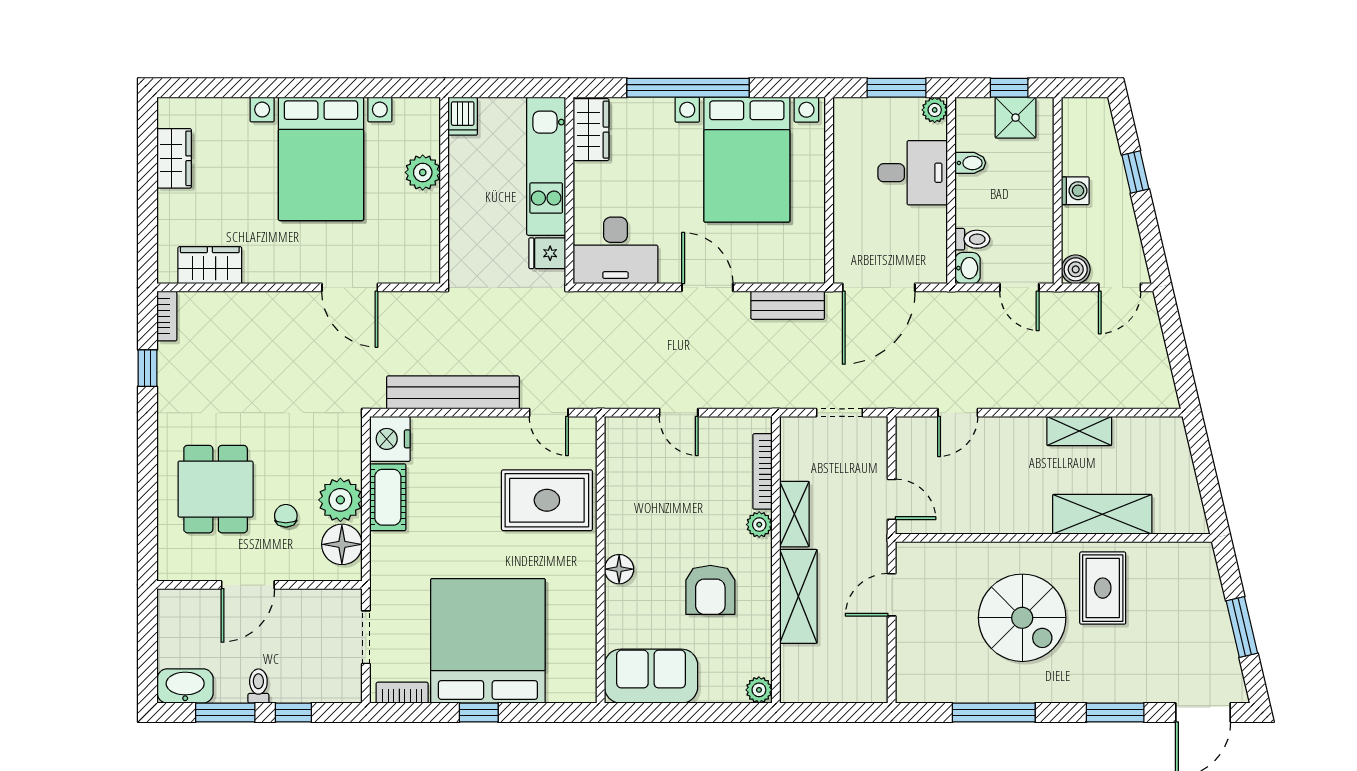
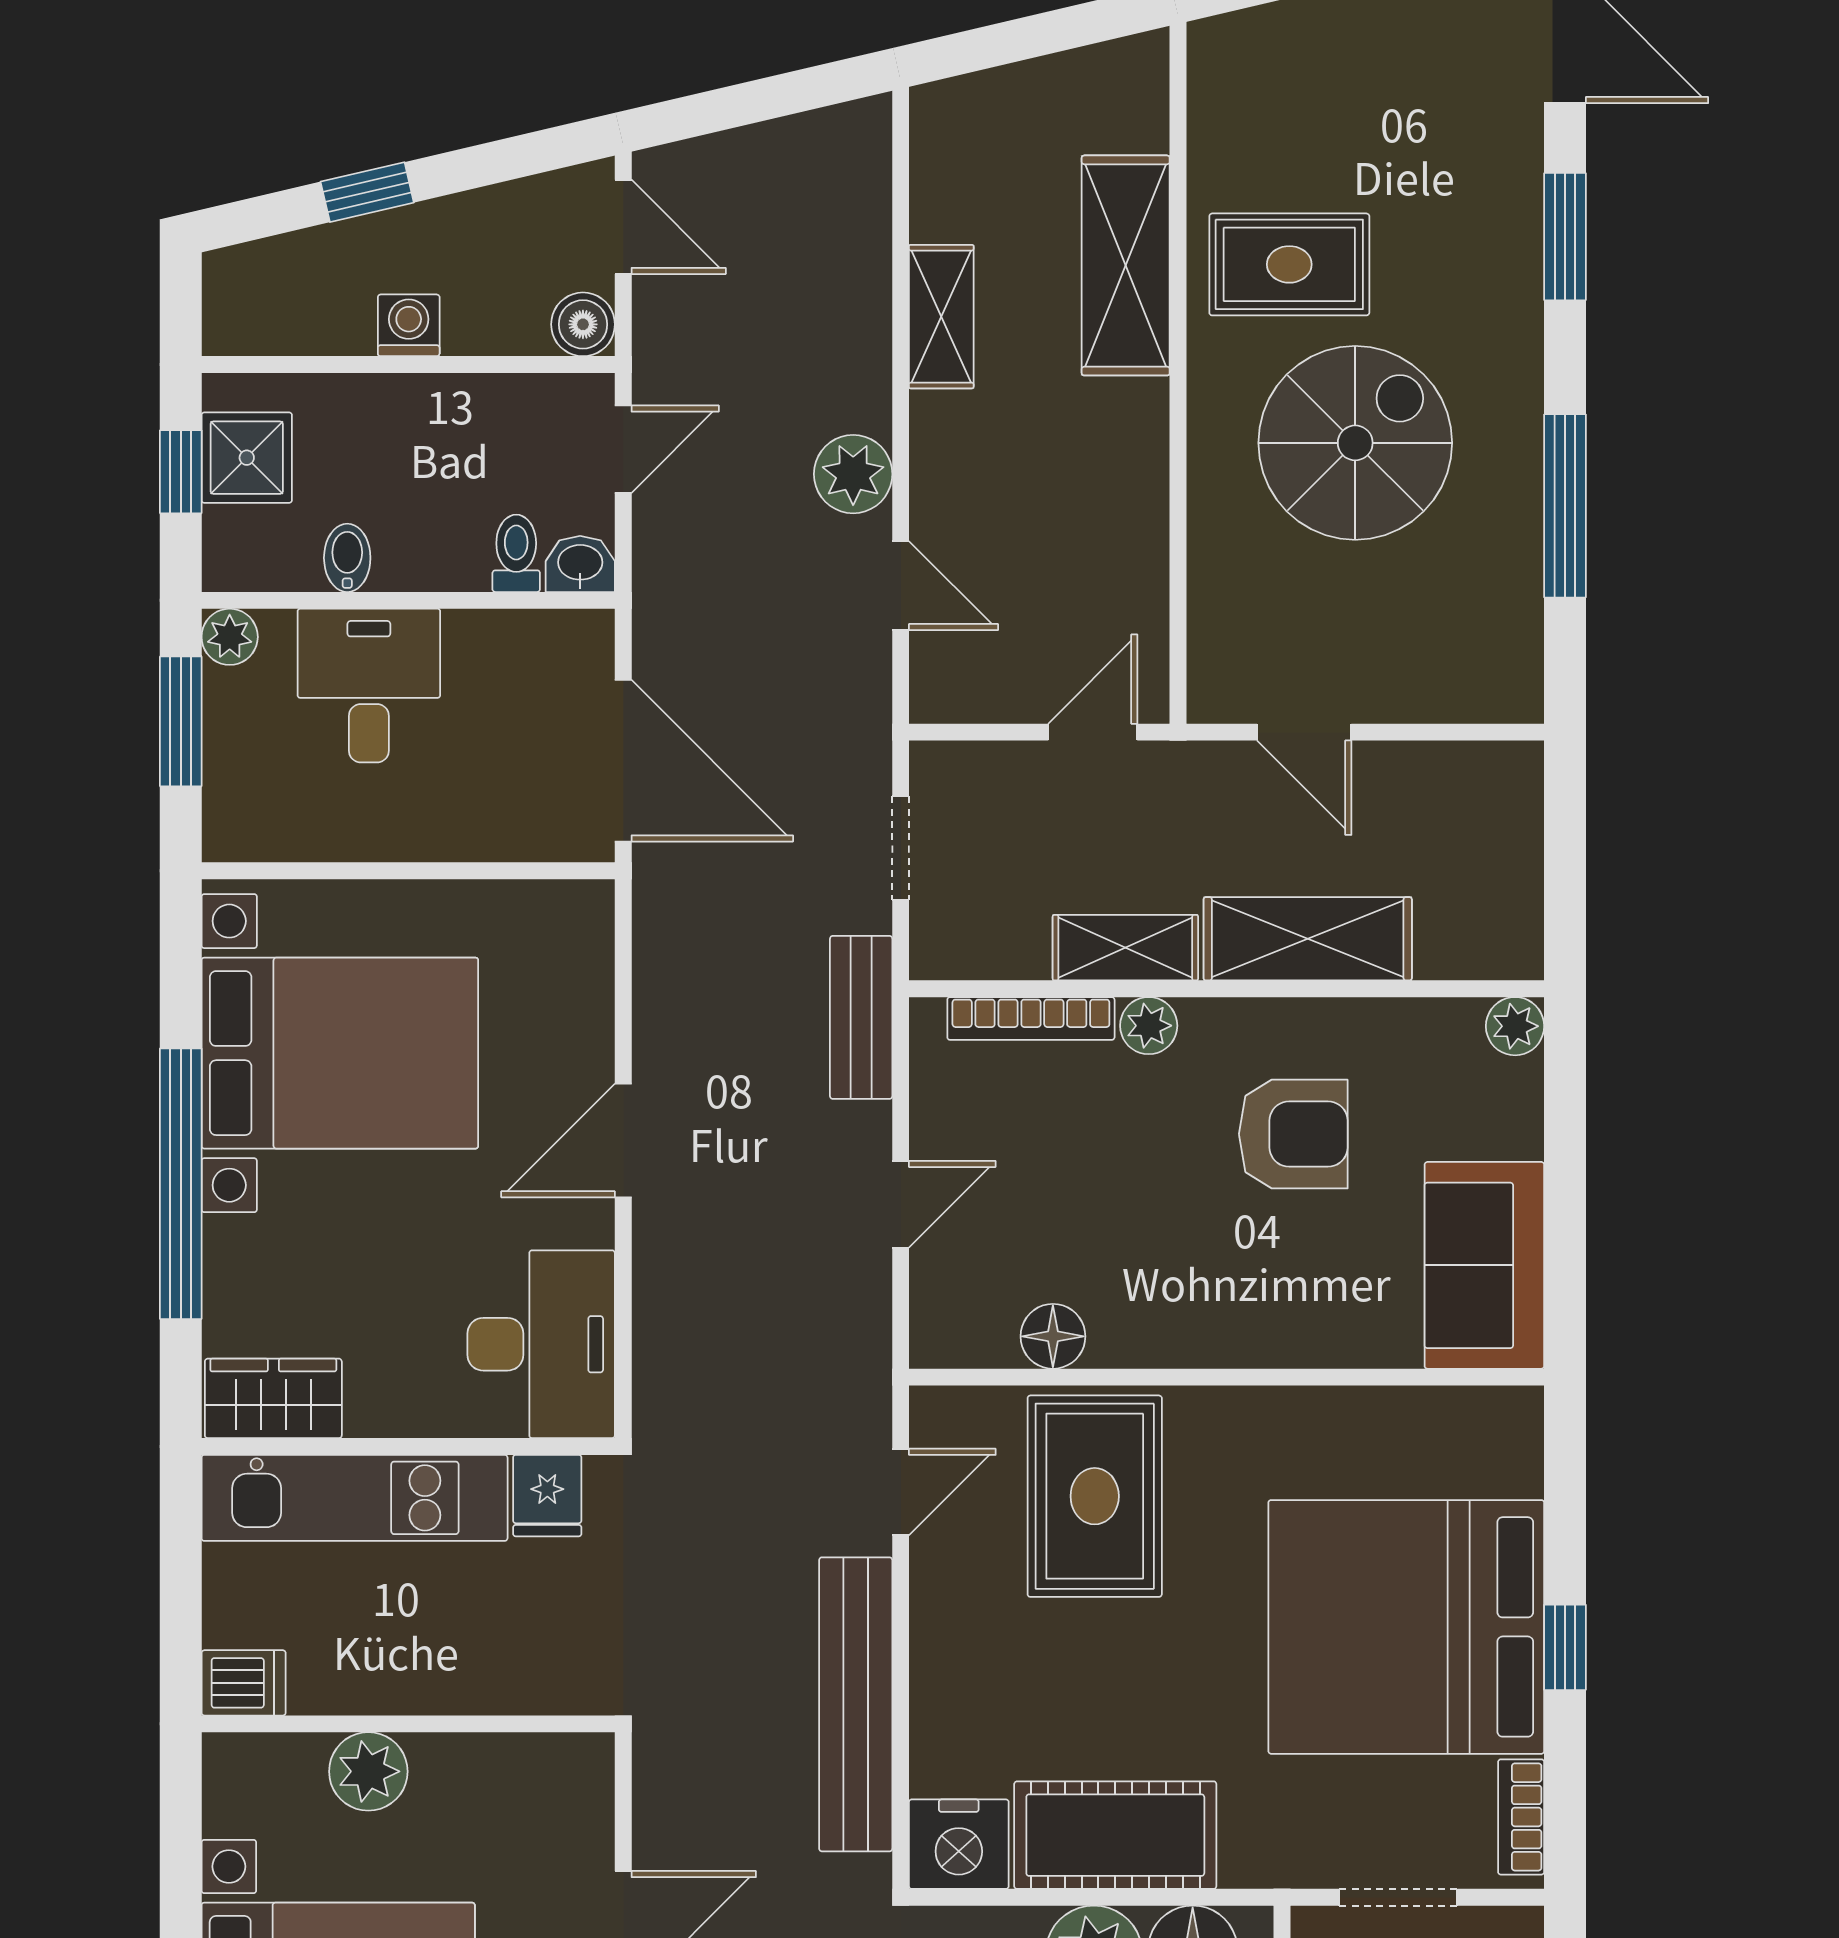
bench: (788, 305) -> (861, 1017), moved
plant: (1008, 391) -> (853, 474), added
cot: (388, 497) -> (1115, 1835), width x1.37, depth x1.34
floor lamp: (619, 569) -> (1053, 1336), moved

